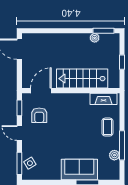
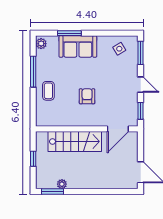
fireplace: (104, 99) -> (52, 120), removed
armchair: (39, 115) -> (87, 96), moved
plant: (114, 155) -> (41, 44), moved
side table: (30, 163) -> (119, 49), moved

